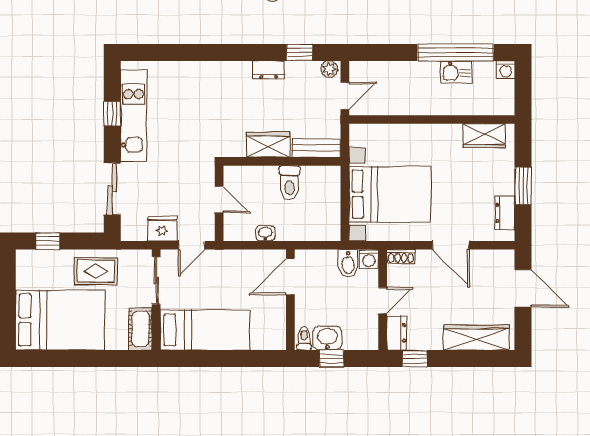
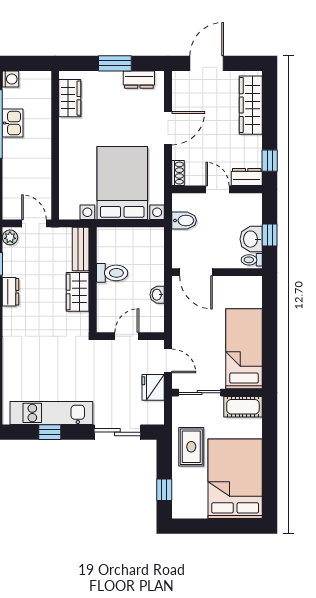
washing machine: (369, 259) -> (180, 202), removed

